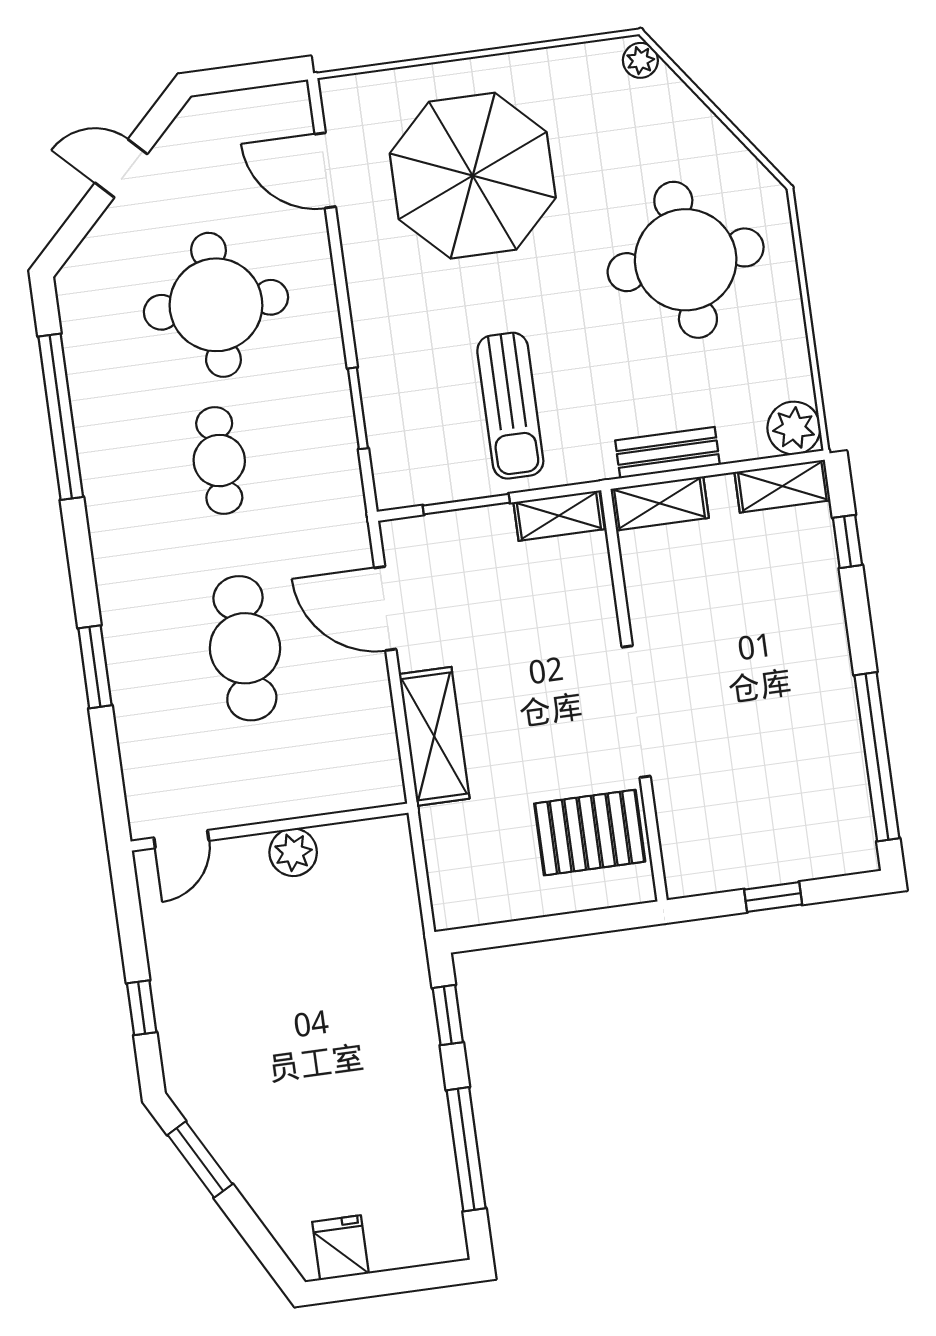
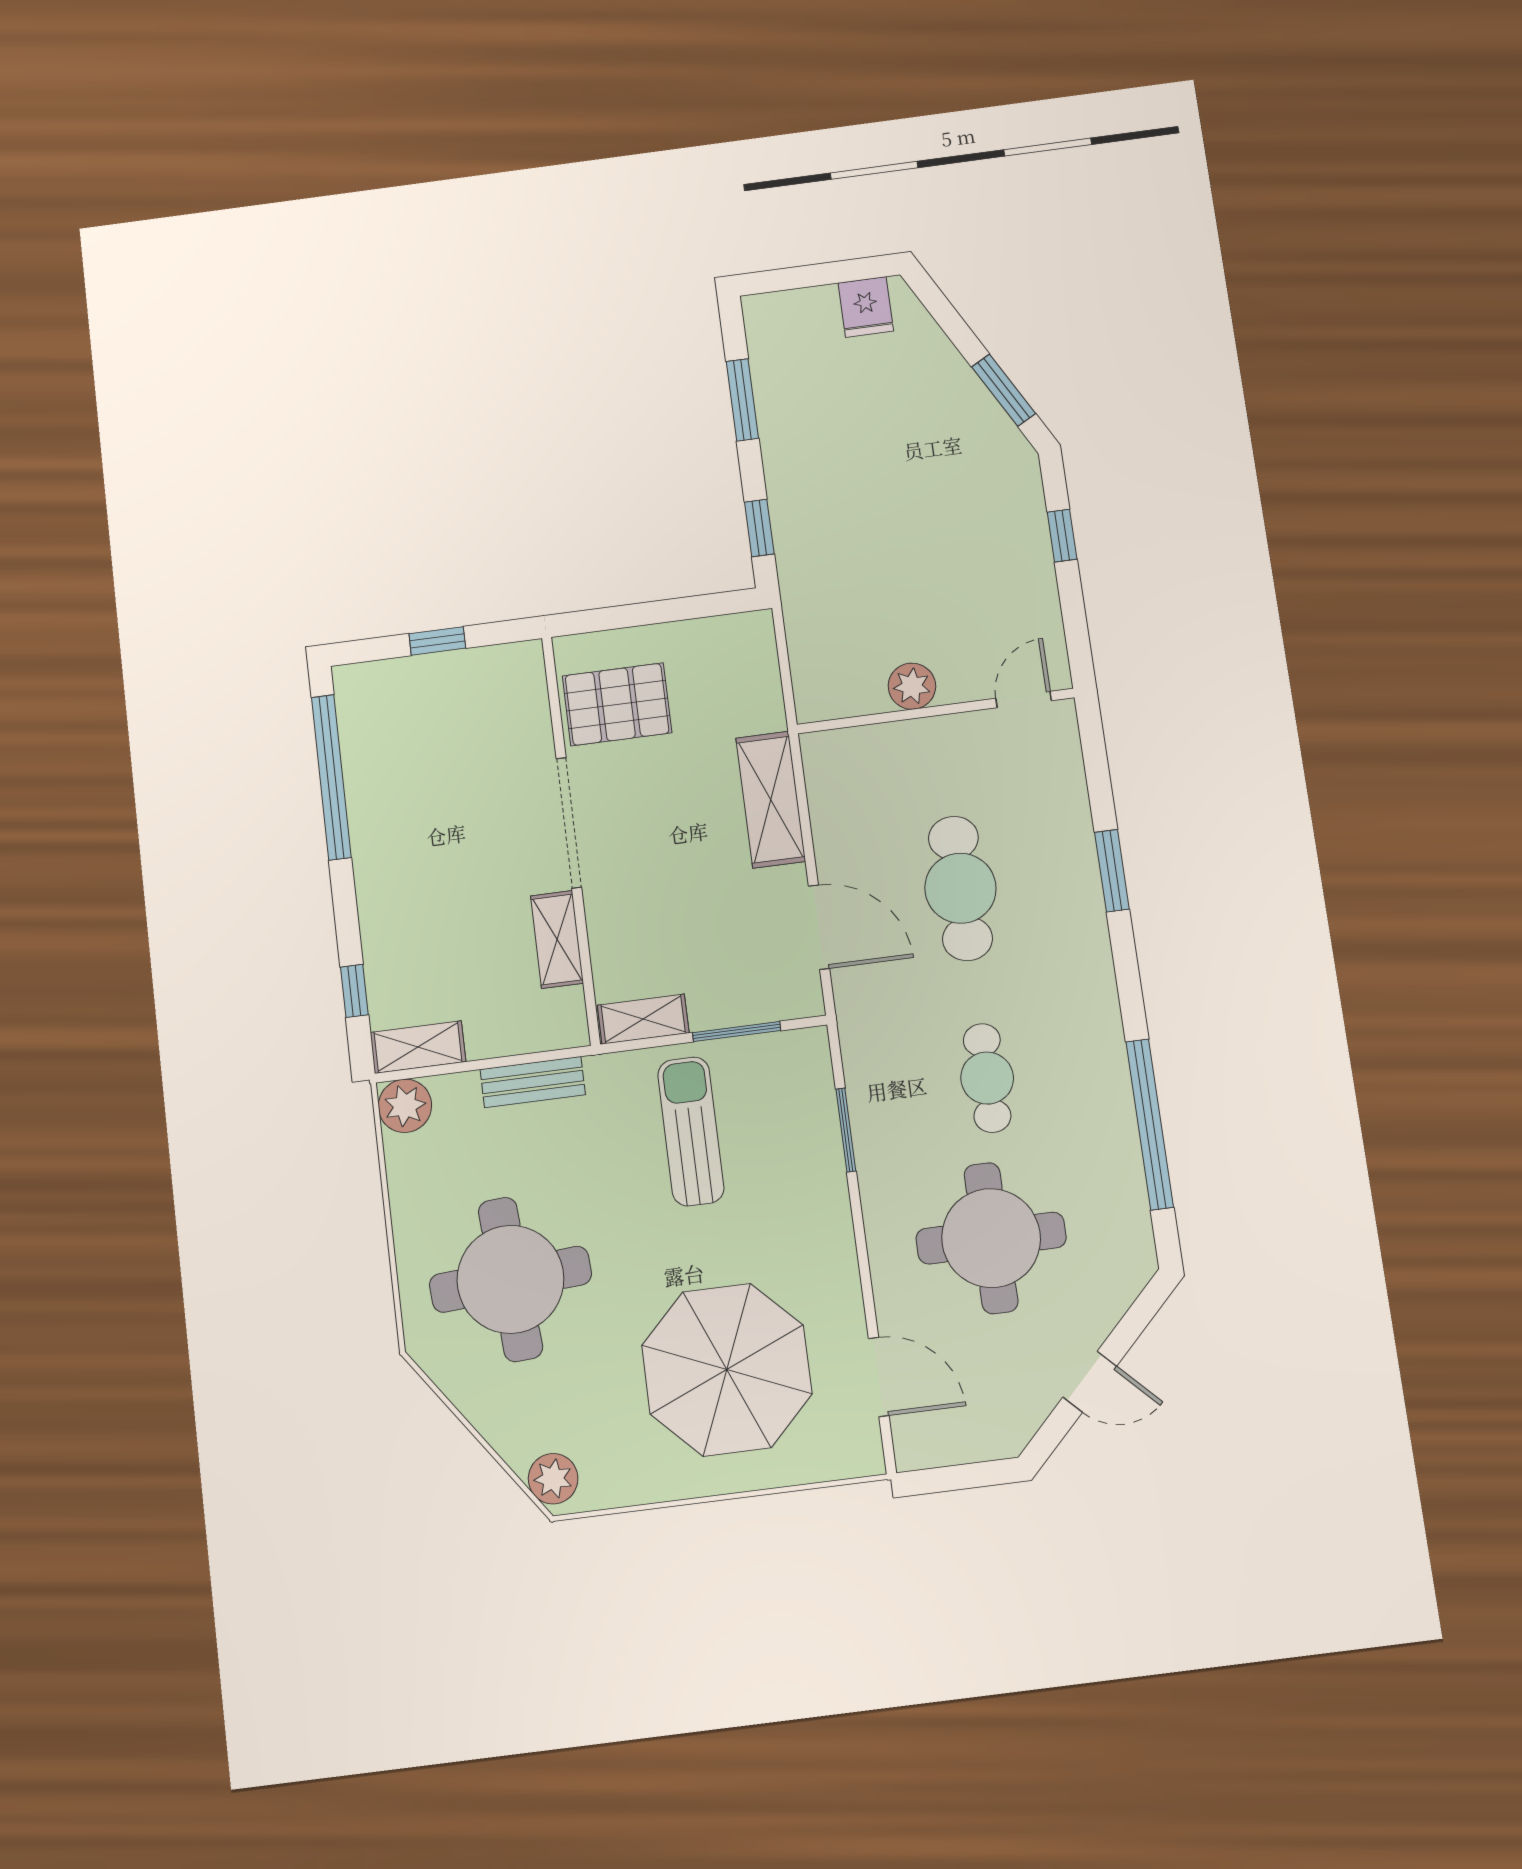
plant: (640, 60) -> (553, 1479), width x1.38, depth x1.38
shelving: (660, 503) -> (557, 939), moved, turned 90
window: (466, 1149) -> (742, 400), width x0.69

